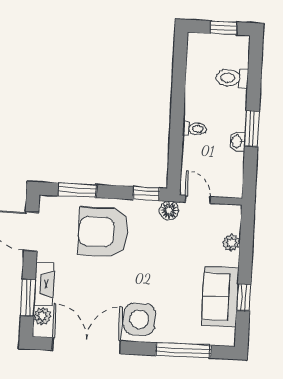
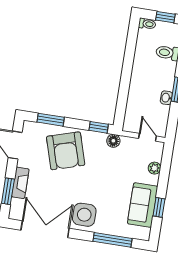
toilet: (195, 129) -> (147, 24), moved
door: (198, 199) -> (148, 137), moved
armchair: (103, 232) -> (66, 151), turned -107
plant: (42, 316) -> (16, 205), removed

